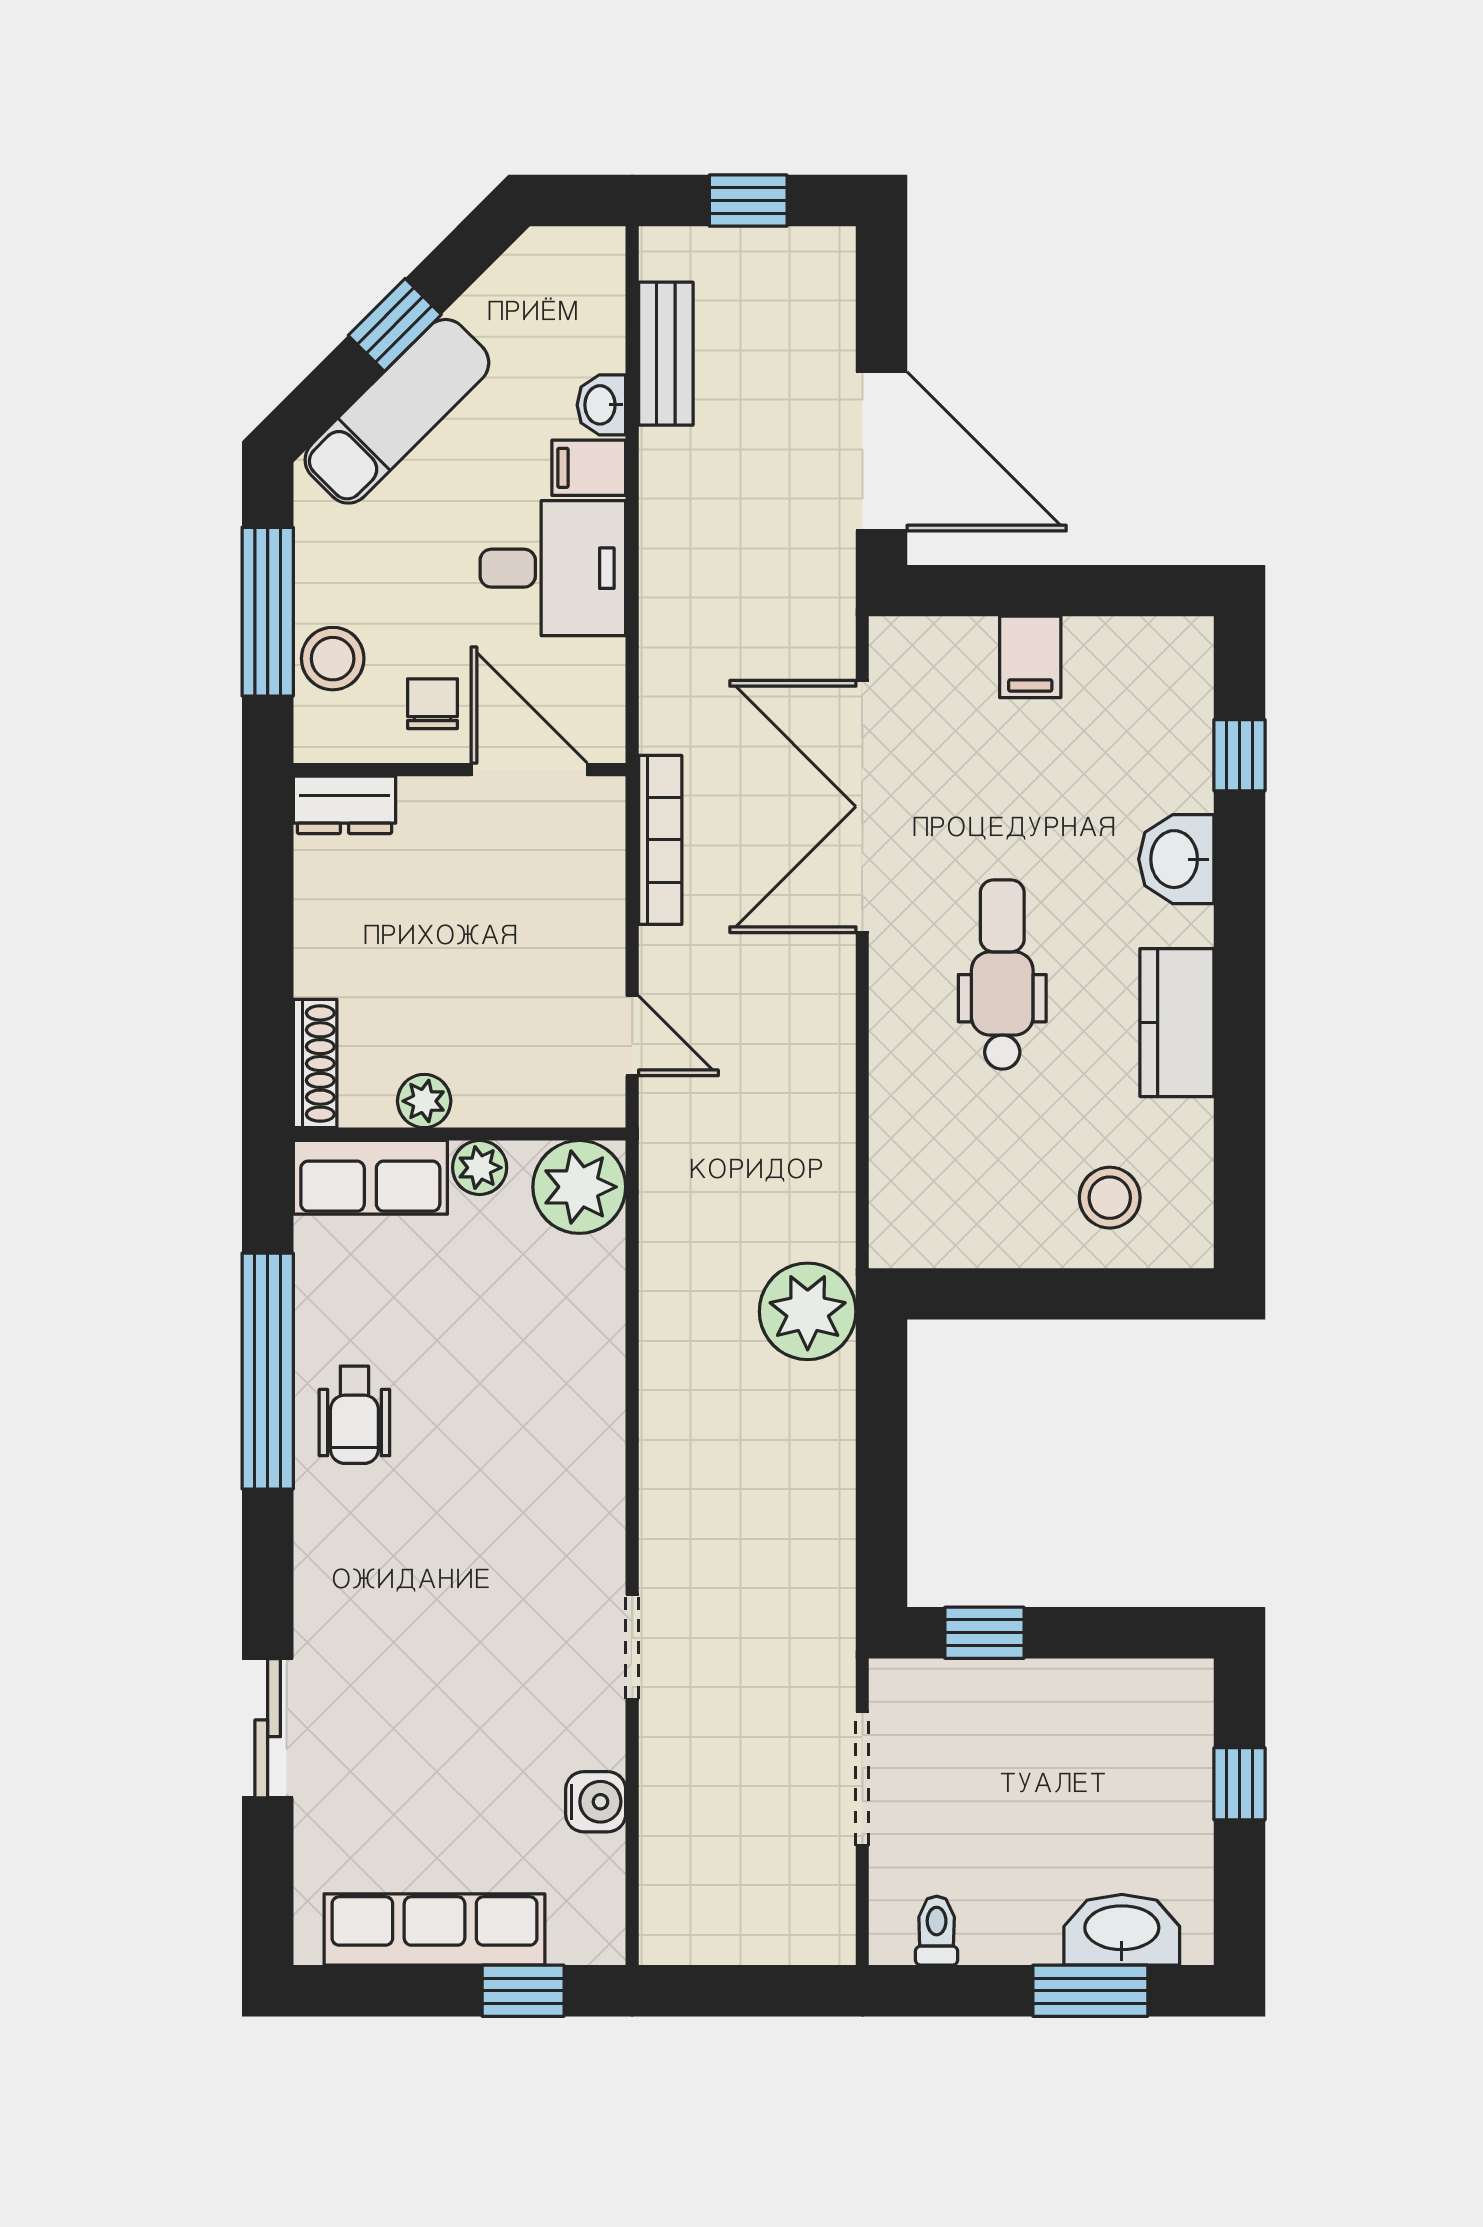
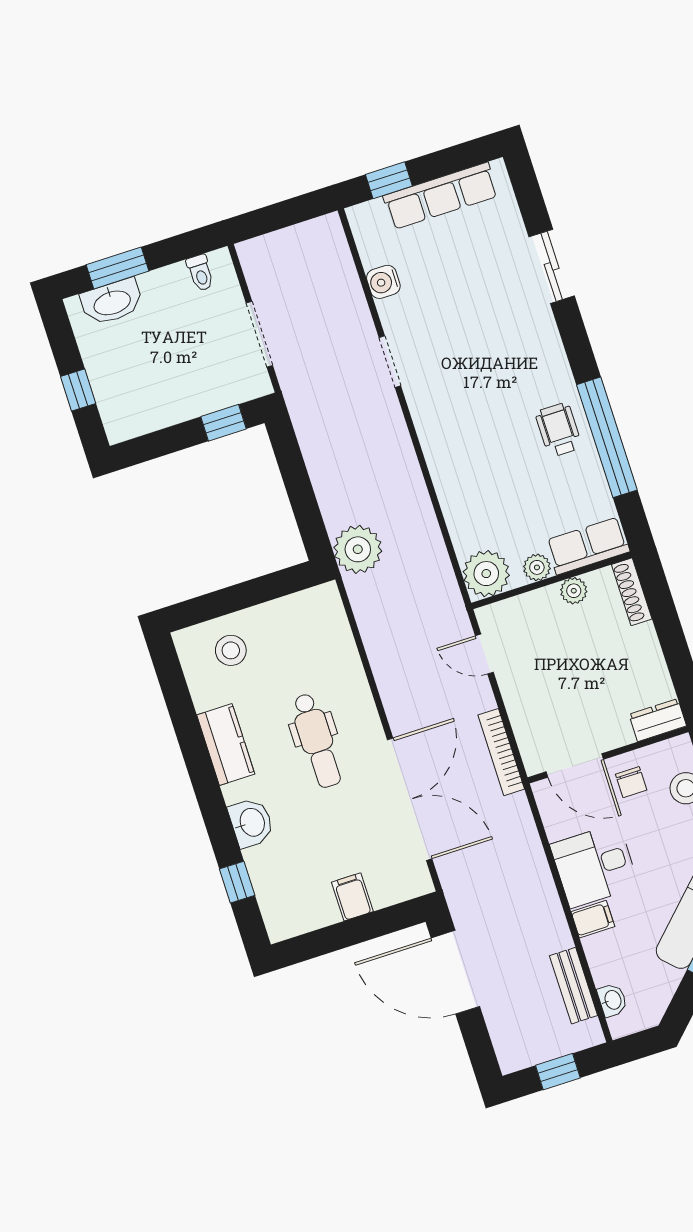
washbasin: (601, 405) -> (612, 1000), moved

